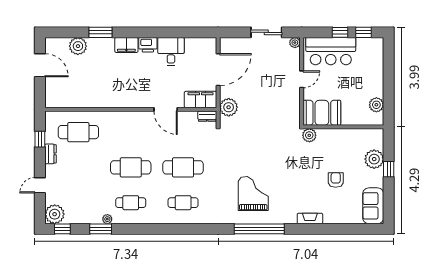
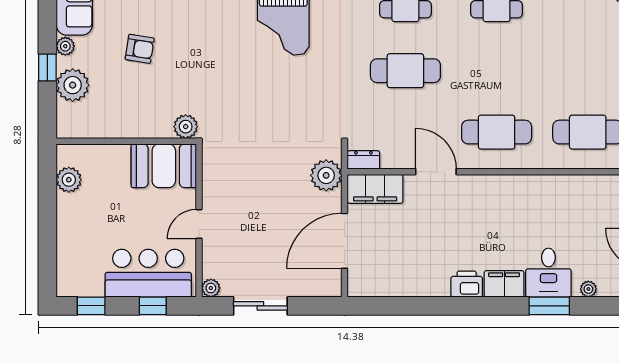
window: (340, 32) -> (153, 306), moved
plant: (78, 46) -> (588, 289), width x0.53, depth x0.53
desk: (171, 51) -> (548, 273), moved
cafe table: (131, 167) -> (497, 132), moved
armchair: (336, 180) -> (140, 49), turned -81
plant: (378, 181) -> (65, 46), added

